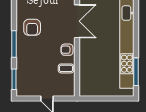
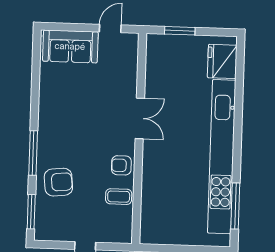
double door: (77, 21) -> (140, 118), width x0.73
armchair: (32, 27) -> (58, 182), moved, turned -96

